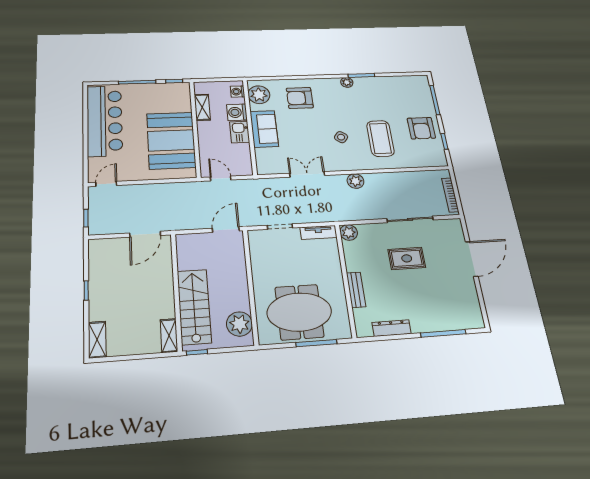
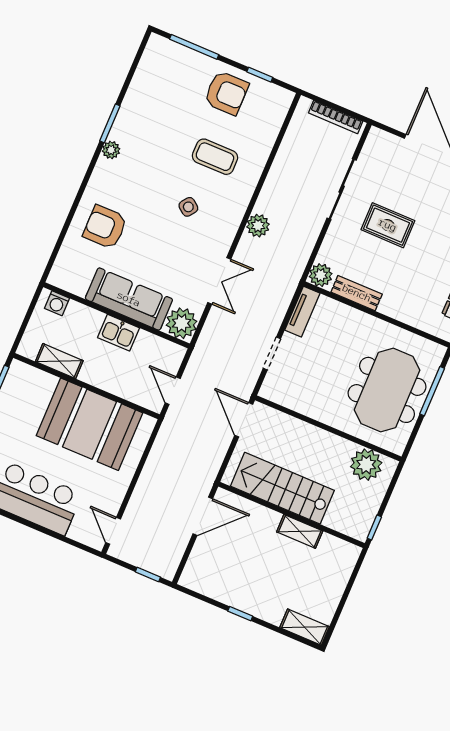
plant: (259, 95) -> (182, 323), moved
armchair: (300, 98) -> (105, 227), turned 90
washing machine: (237, 112) -> (88, 321), removed
sofa: (264, 129) -> (129, 299), width x1.36
coffee table: (380, 138) -> (215, 157), width x0.73, depth x0.76
double door: (307, 174) -> (219, 281), swing flipped
door: (221, 178) -> (173, 391), hinge flipped
door: (145, 234) -> (203, 516), hinge flipped
rug: (407, 258) -> (388, 225), turned 90
bench: (356, 290) -> (357, 293), moved
stairs: (194, 307) -> (282, 488), moved
shelving: (169, 336) -> (300, 531), moved

